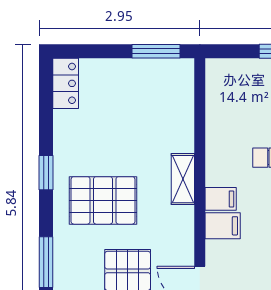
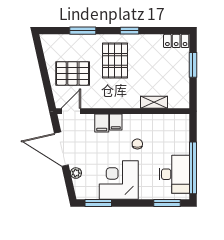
window: (156, 51) -> (193, 65), moved
shelving: (183, 179) -> (154, 102), moved

